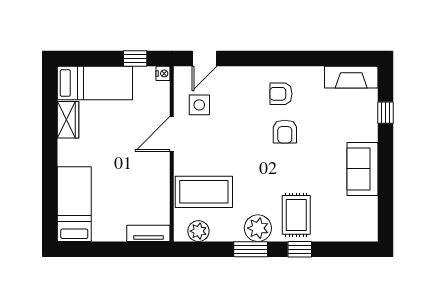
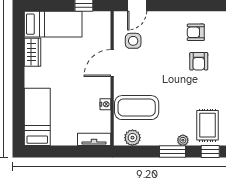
nightstand: (163, 73) -> (105, 104), moved
plant: (258, 228) -> (183, 140), width x0.53, depth x0.53

